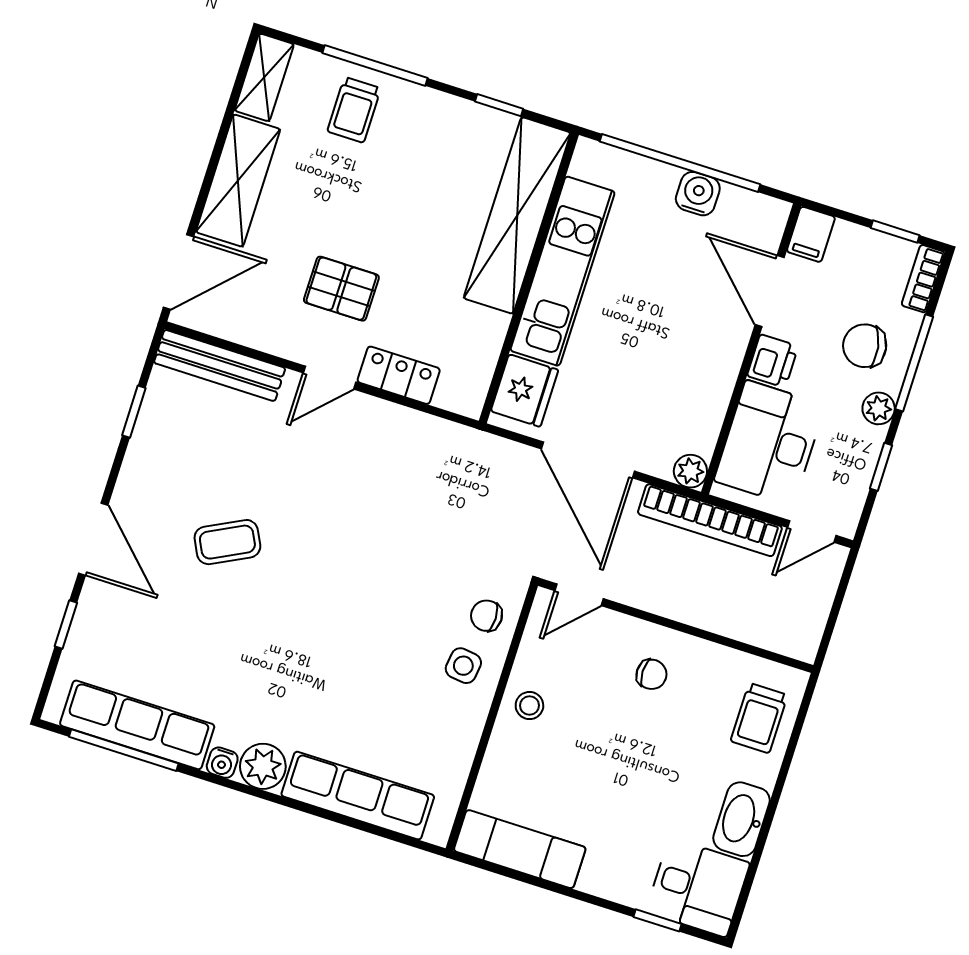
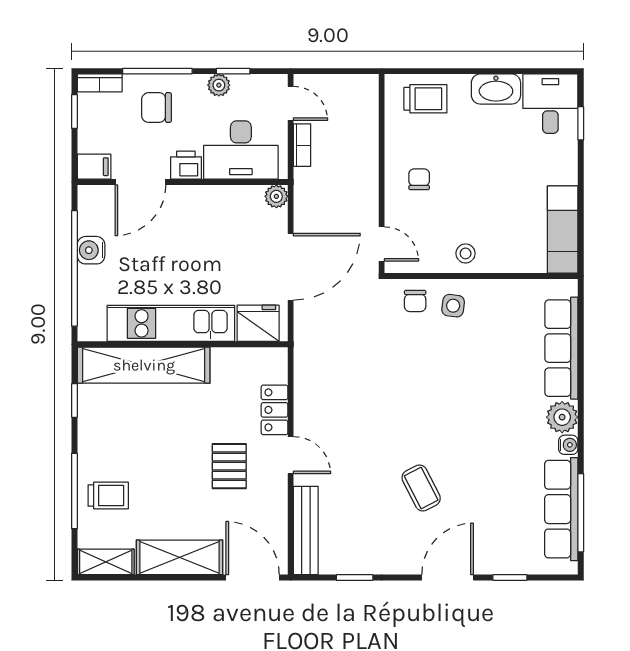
chair: (865, 346) -> (156, 108), turned 100
plant: (879, 408) -> (219, 85), moved
bookcase: (710, 520) -> (302, 145), width x0.43, depth x0.76

